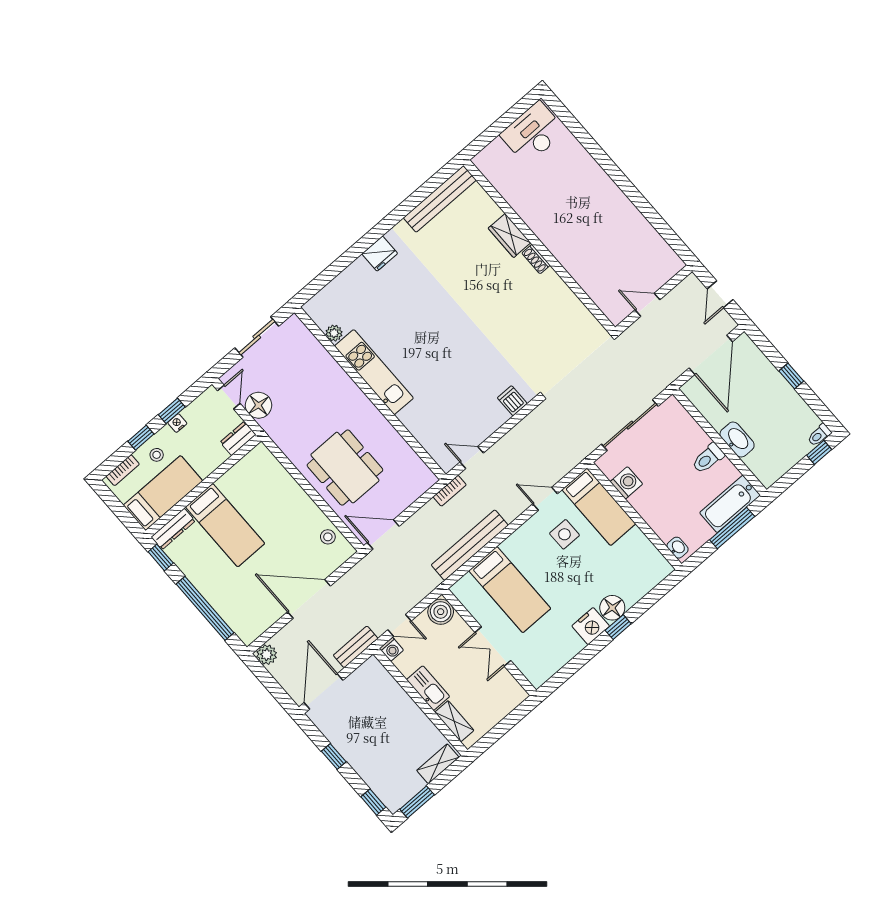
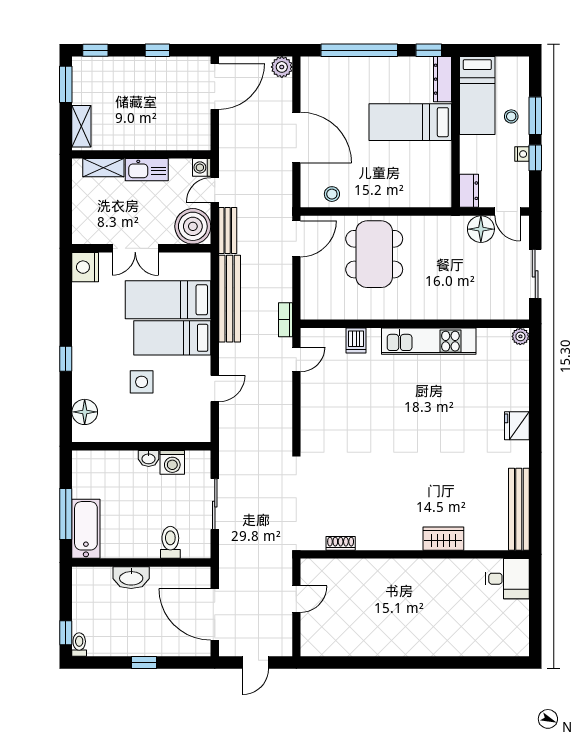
desk: (533, 133) -> (507, 579), moved, width x0.73
shoe rack: (536, 259) -> (341, 543), moved
door: (720, 294) -> (256, 663), swing flipped
plant: (334, 333) -> (520, 336), moved
dishwasher: (512, 401) -> (356, 340), moved, turned 90
sliding door: (630, 425) -> (215, 504), width x0.73
window: (141, 438) -> (535, 116), width x1.50
toilet: (708, 458) -> (170, 542), moved
dining table: (345, 468) -> (374, 254), turned 90
bookcase: (123, 470) -> (522, 80), removed
bed: (599, 507) -> (172, 338), moved
side table: (564, 534) -> (142, 382), moved
washbasin: (678, 548) -> (149, 458), moved
door: (309, 599) -> (296, 137), hinge flipped
floor lamp: (612, 608) -> (85, 412), moved
boiler: (441, 612) -> (193, 226), width x1.37, depth x1.37
nightstand: (591, 626) -> (85, 267), moved
bench: (356, 647) -> (228, 230), moved
double door: (493, 647) -> (135, 248), swing flipped
door: (324, 691) -> (215, 86), hinge flipped

